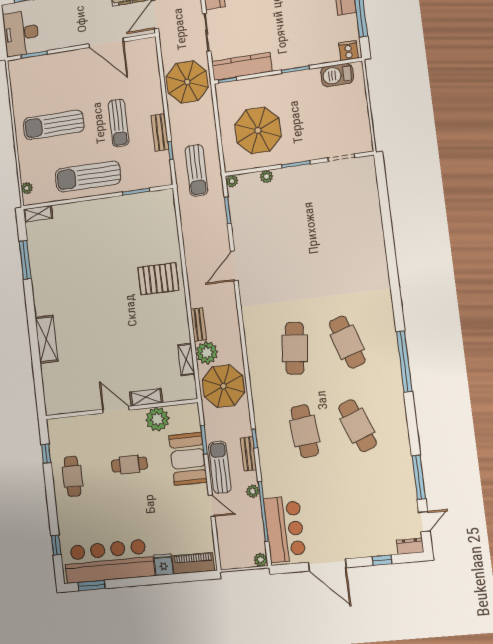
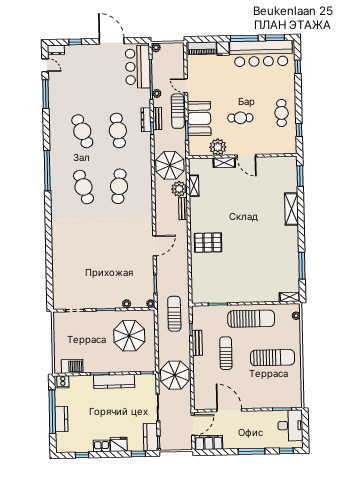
kitchen counter: (242, 66) -> (114, 381), moved
window: (39, 388) -> (300, 176), added
dresser: (265, 451) -> (146, 120), added
door: (424, 522) -> (45, 65), swing flipped
window: (135, 582) -> (244, 38), added

